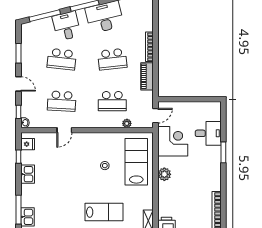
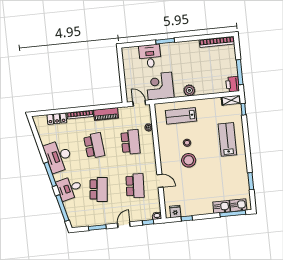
locker: (147, 20) -> (57, 119), added
lab bench: (136, 162) -> (181, 116), width x0.73, depth x0.72
stool: (85, 165) -> (189, 160), added
kitchen sink: (28, 174) -> (221, 207), moved

